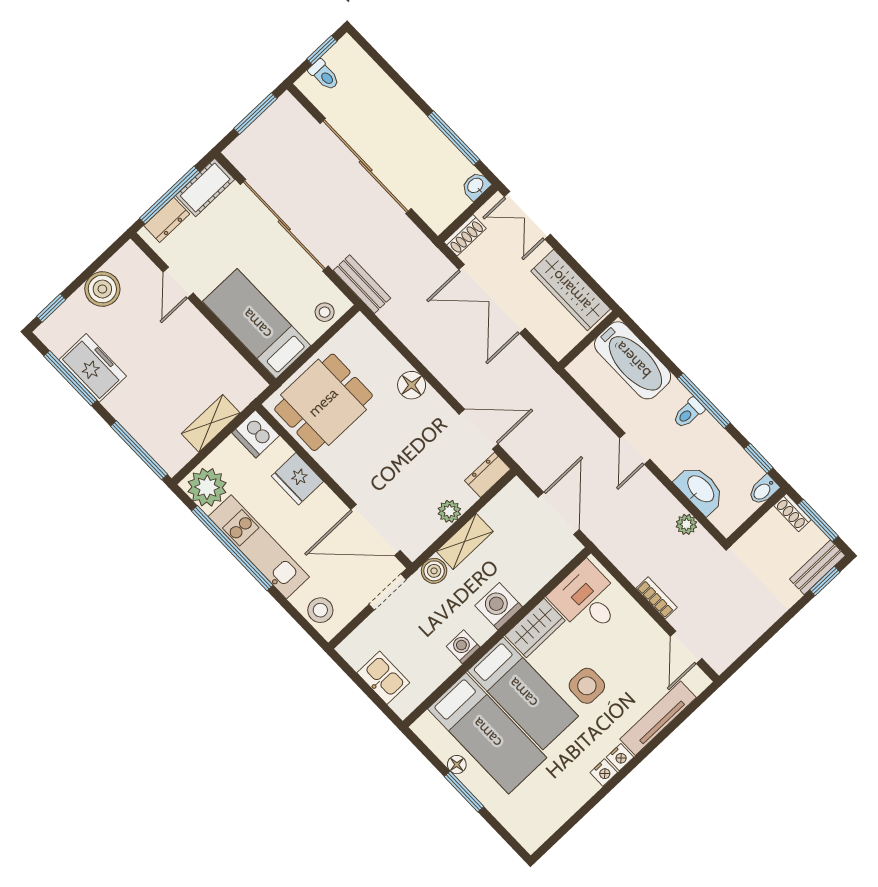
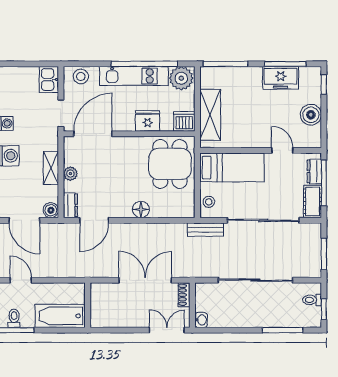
window: (454, 138) -> (283, 330), moved
wardrobe: (571, 290) -> (116, 318), removed
shelving: (211, 423) -> (210, 115), width x1.50, depth x1.33
boiler: (434, 571) -> (51, 210), moved
kitchen sink: (383, 678) -> (49, 79), moved, turned 90

